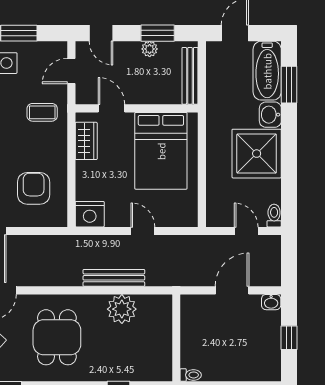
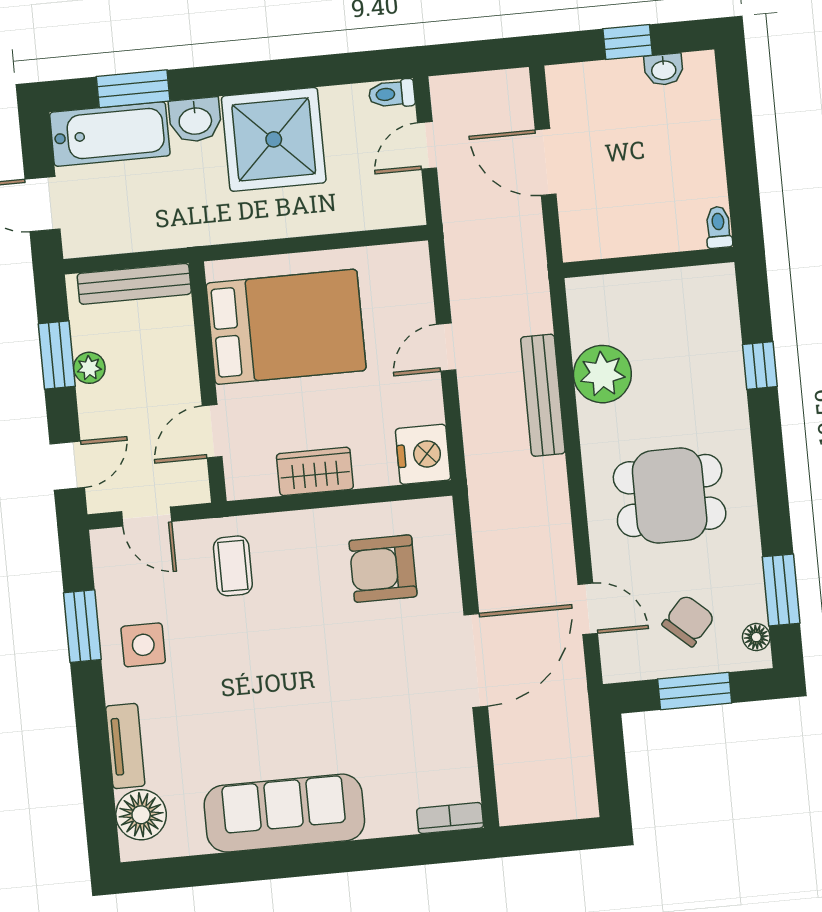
wardrobe: (86, 141) -> (315, 471), moved
washbasin: (271, 302) -> (664, 69), moved, turned 90

